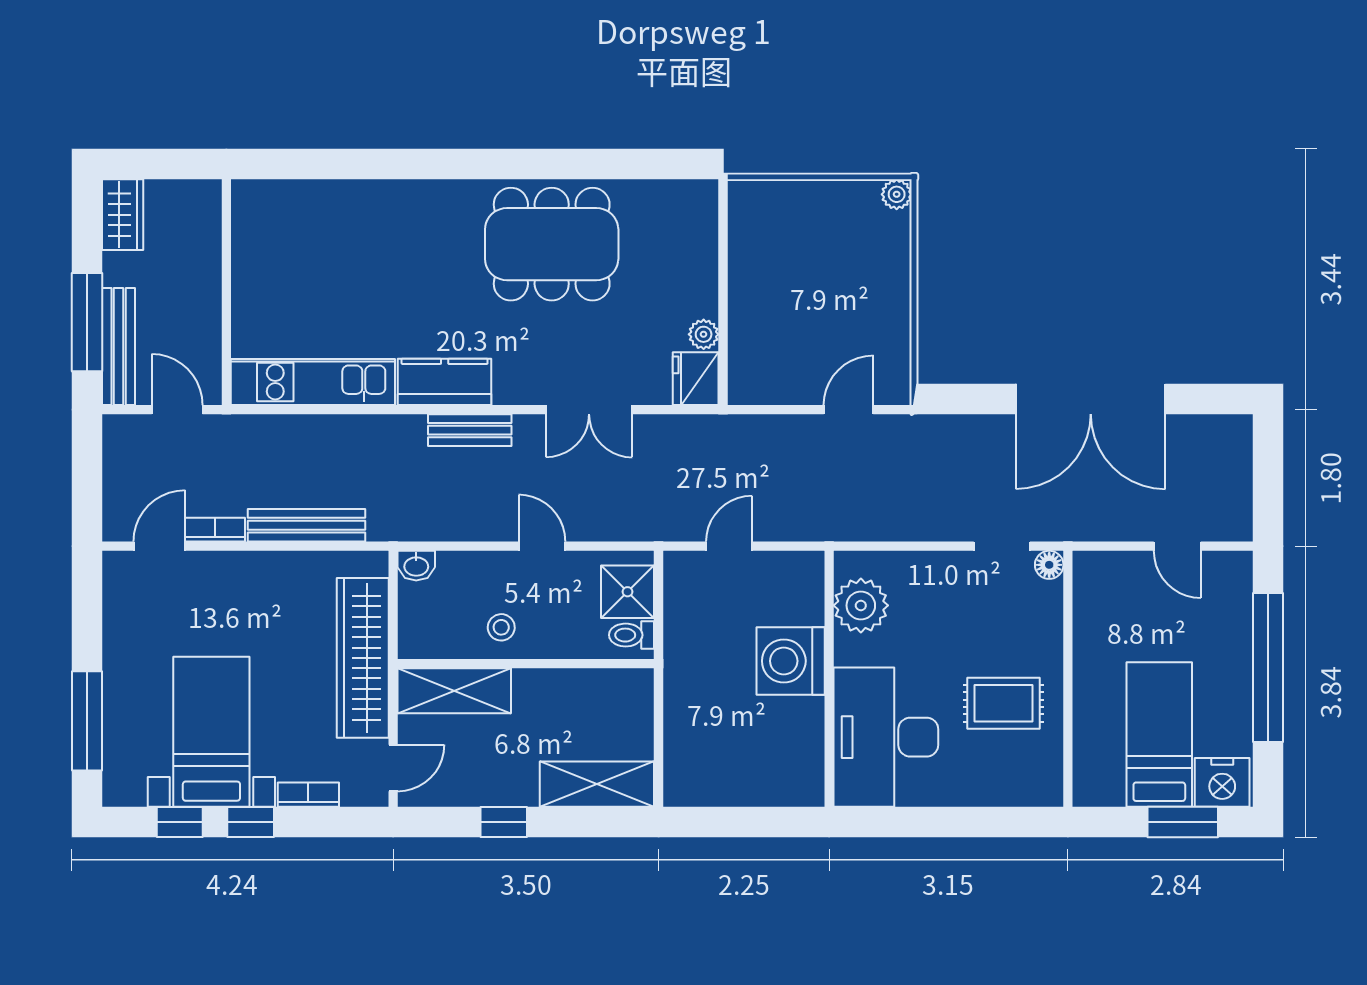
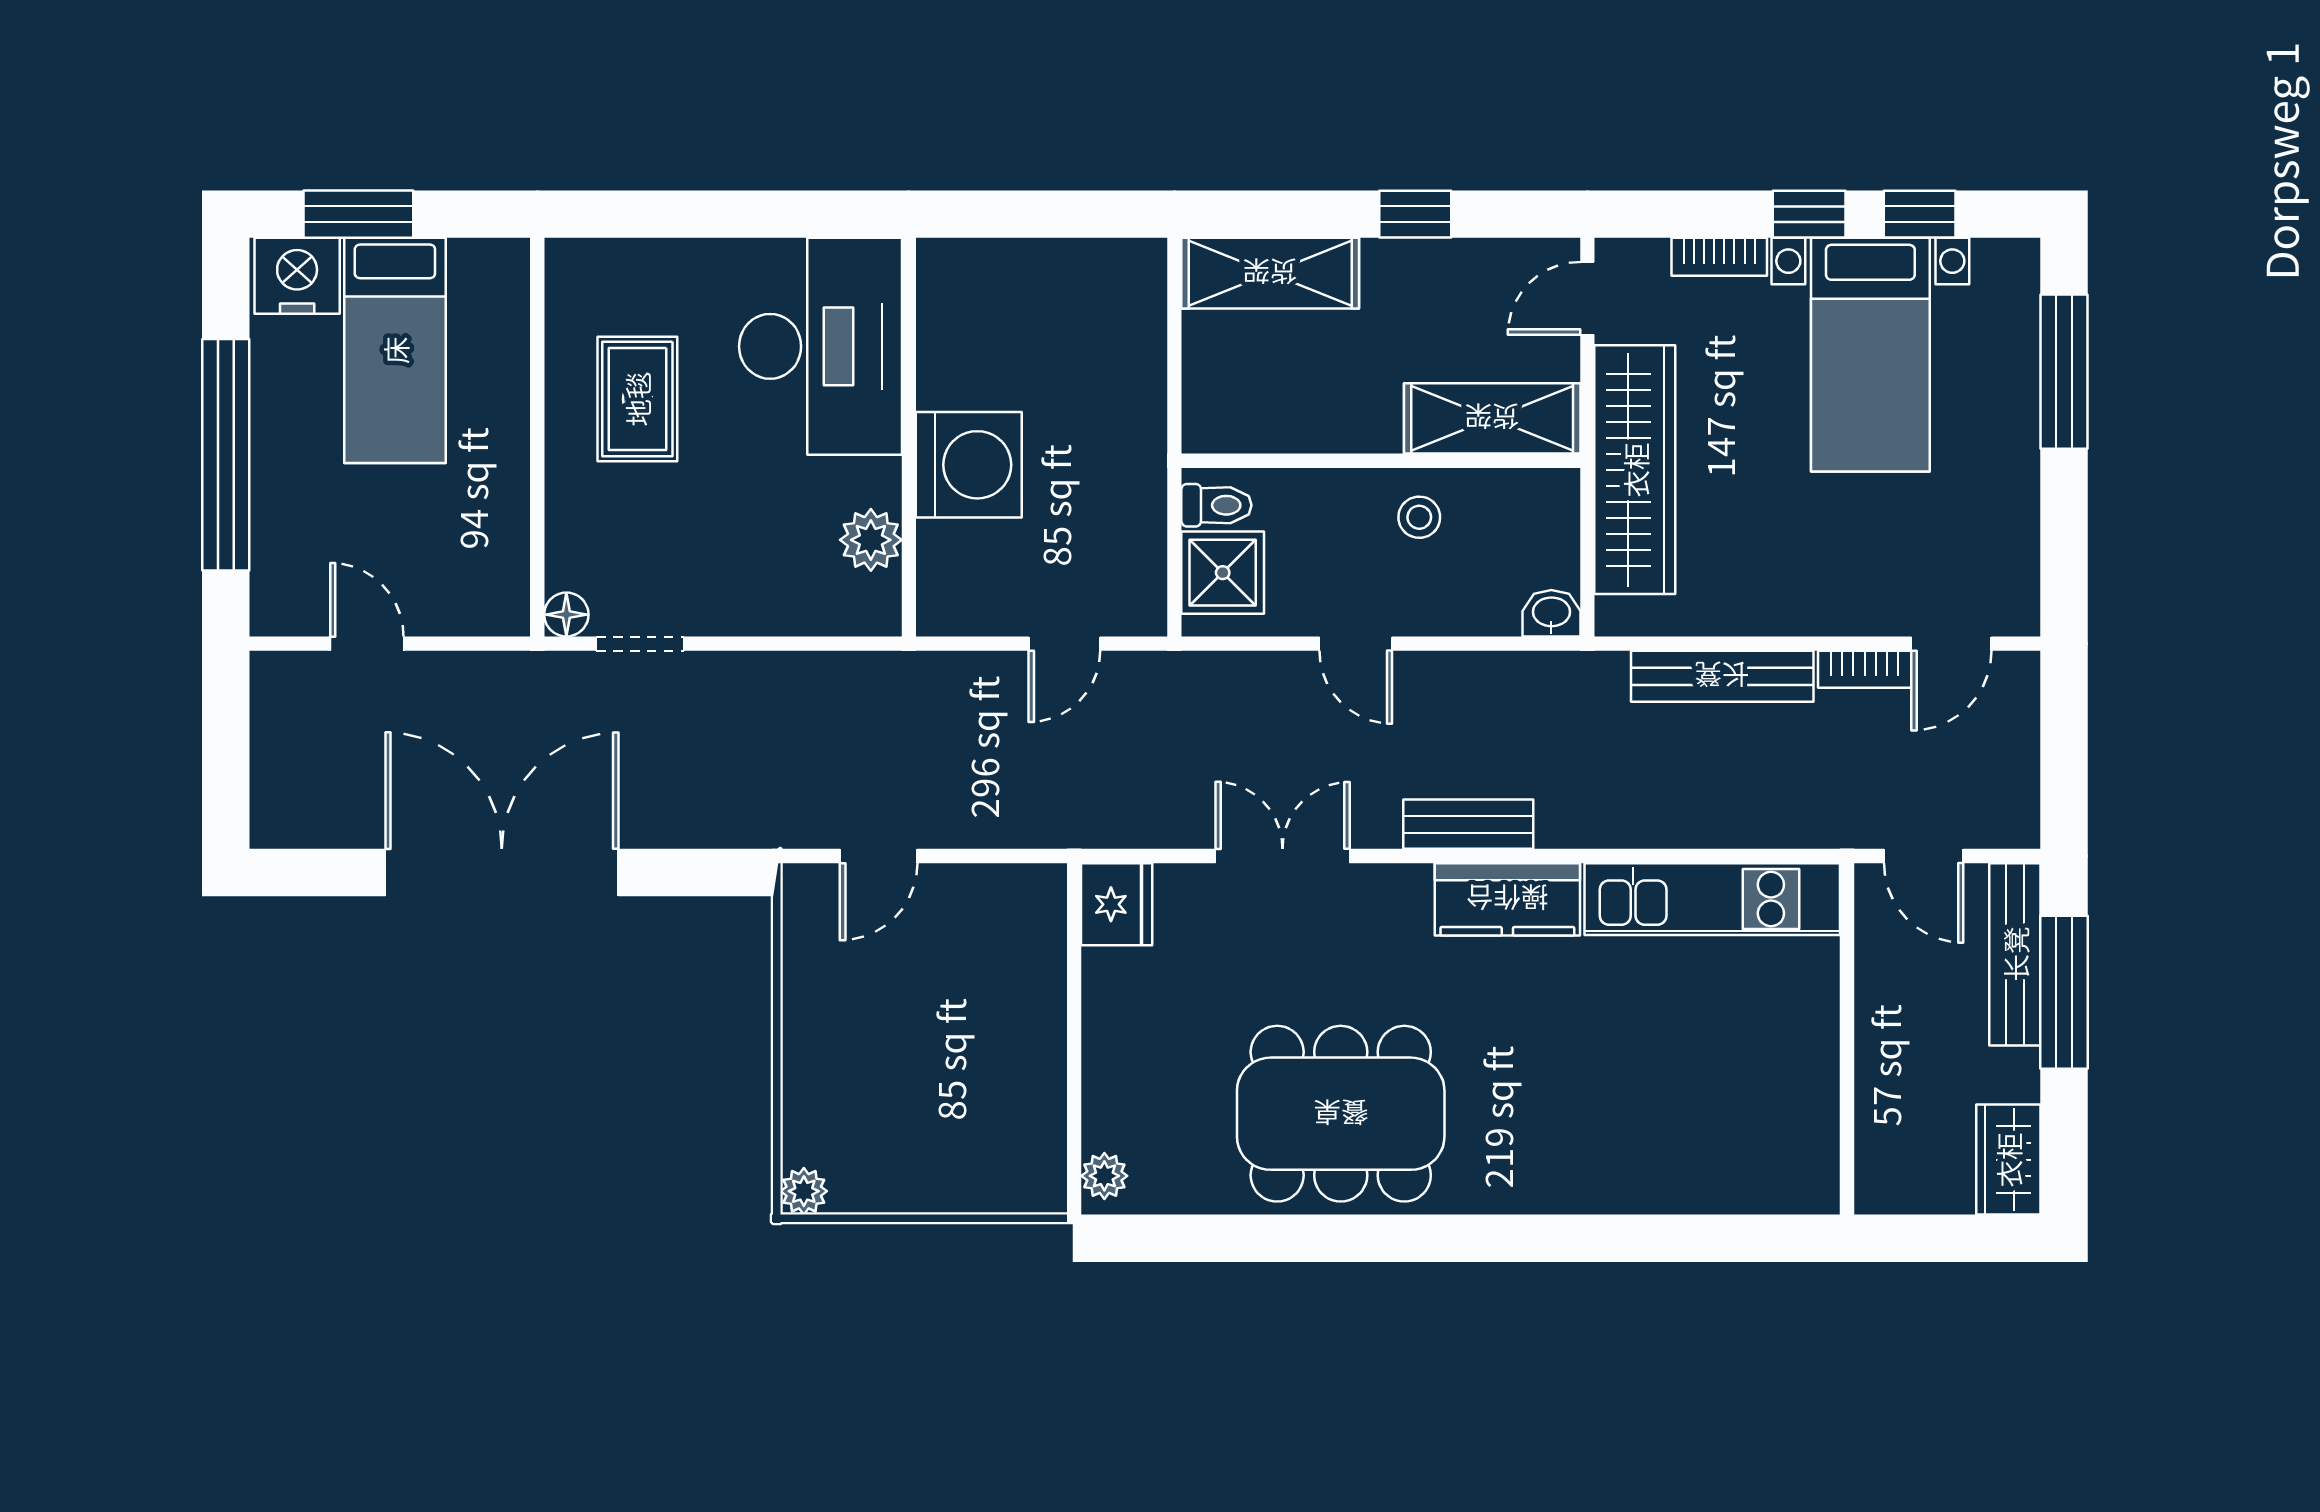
plant: (704, 334) -> (1104, 1176), moved
plant: (861, 605) -> (871, 540), width x0.73, depth x0.73
rug: (1004, 703) -> (637, 399), turned 90

